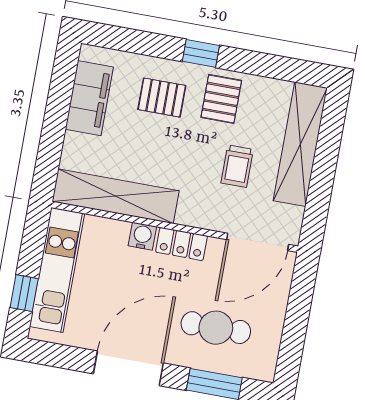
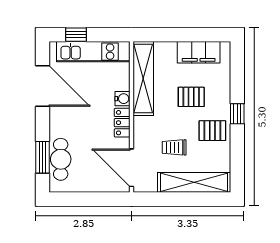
pallet: (162, 98) -> (191, 97), moved, turned 90
cafe table: (216, 328) -> (61, 159), moved
door: (128, 368) -> (43, 86), moved

